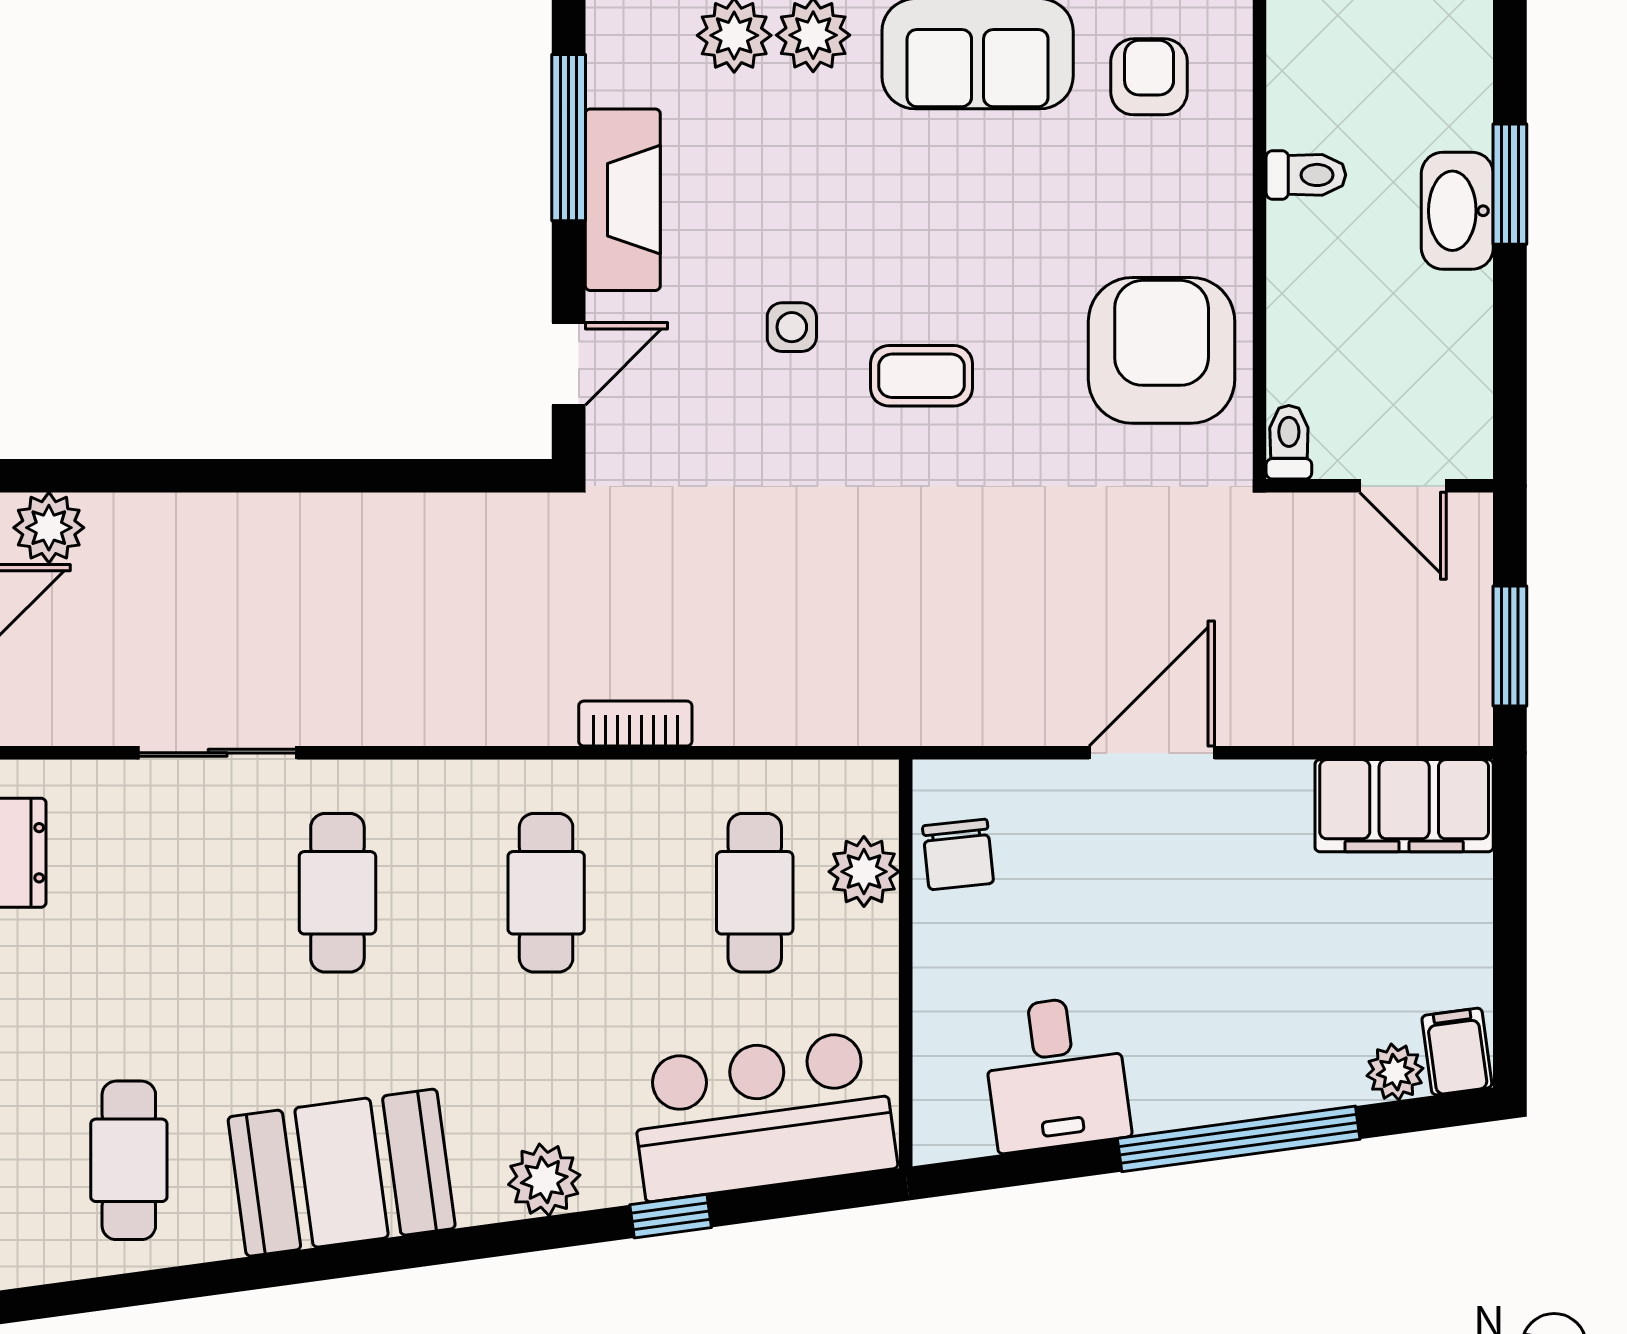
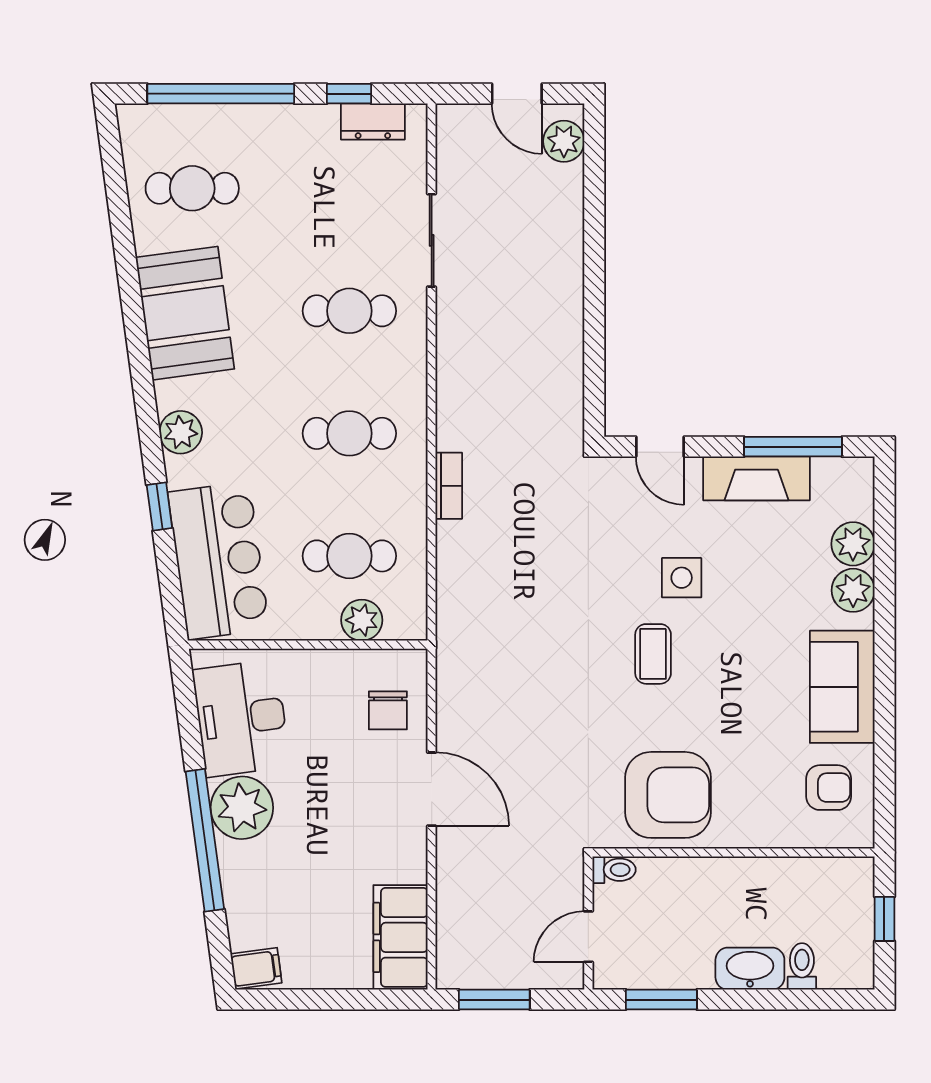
toilet: (1306, 175) -> (802, 966), moved, turned 180
window: (1510, 184) -> (661, 1000), moved
side table: (792, 327) -> (682, 578), width x1.37, depth x1.37
chair: (958, 854) -> (388, 710), moved, turned -84
plant: (1395, 1072) -> (242, 808), moved, width x1.87, depth x1.87
desk: (1056, 1073) -> (241, 718), width x1.37

